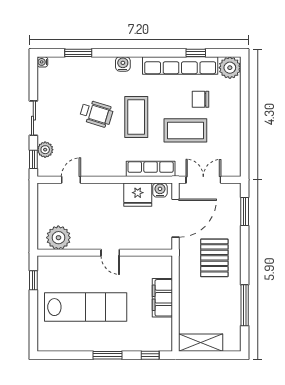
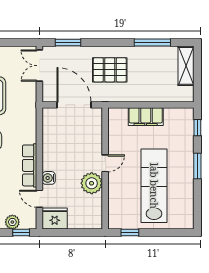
row of seats: (151, 169) -> (30, 165), moved
double door: (203, 180) -> (39, 66), moved
water cooler: (160, 190) -> (49, 178), moved
fridge: (138, 195) -> (55, 219), moved, turned -90
plant: (58, 238) -> (92, 183), moved
shelving: (201, 343) -> (186, 66), moved

